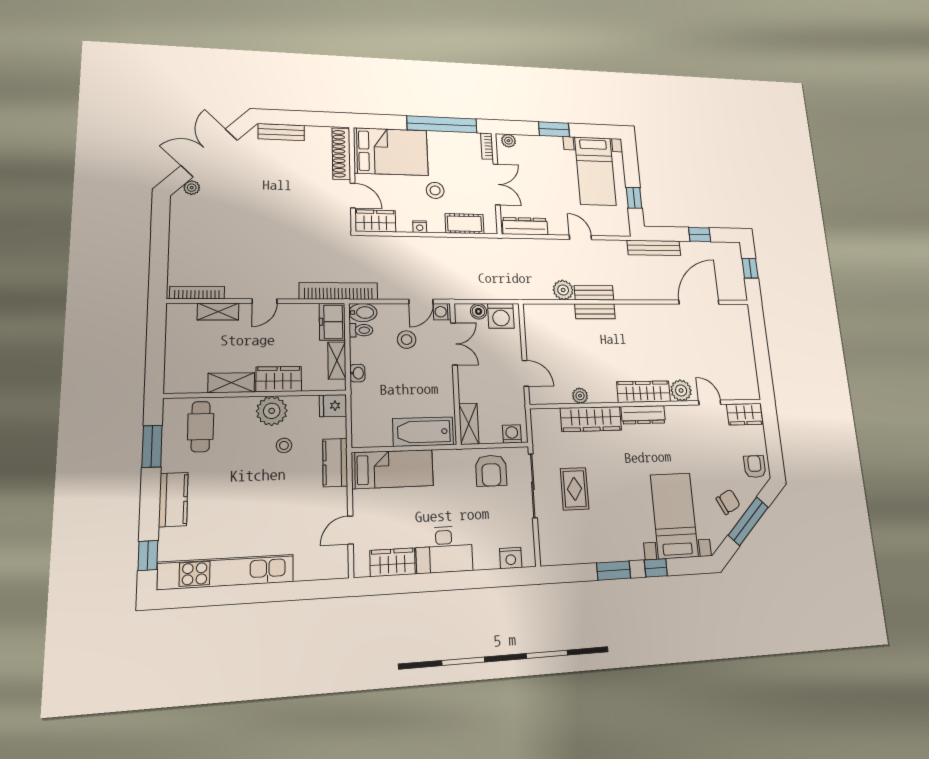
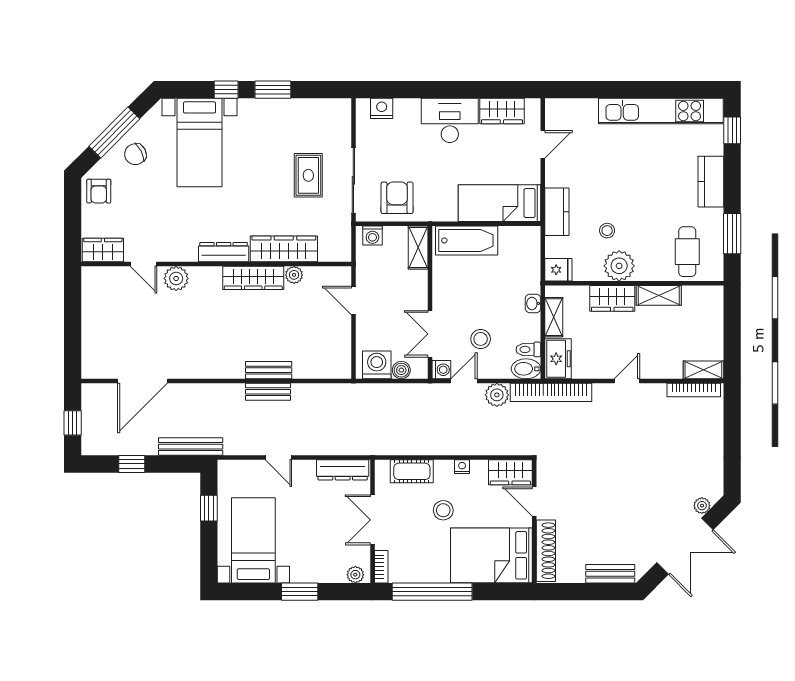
plant: (563, 290) -> (497, 395), moved
shelving: (218, 312) -> (703, 370), moved
wardrobe: (644, 392) -> (253, 278), moved

